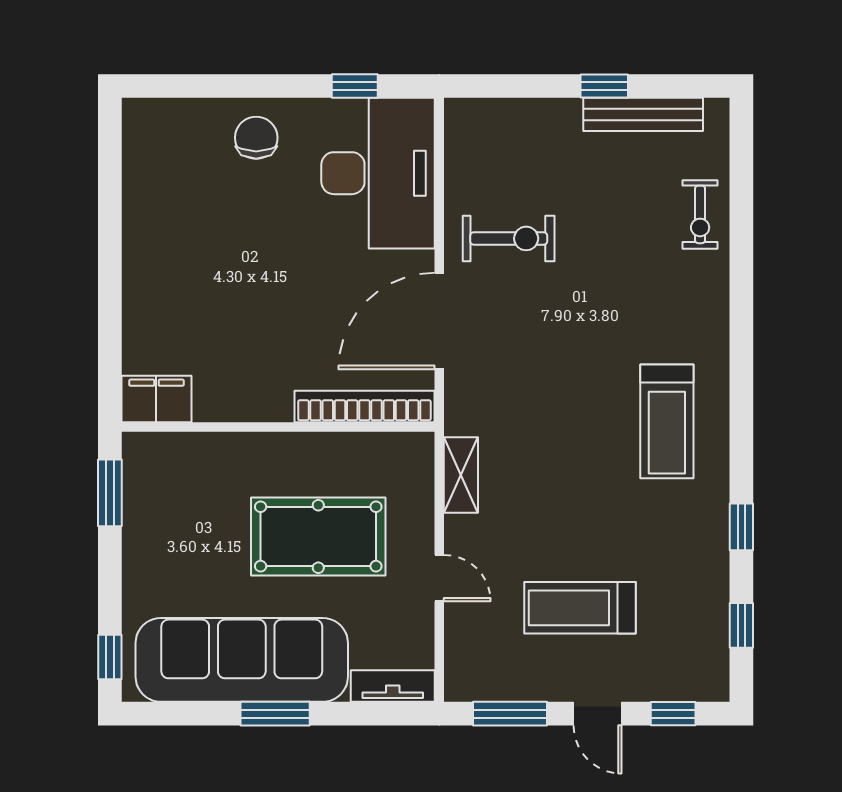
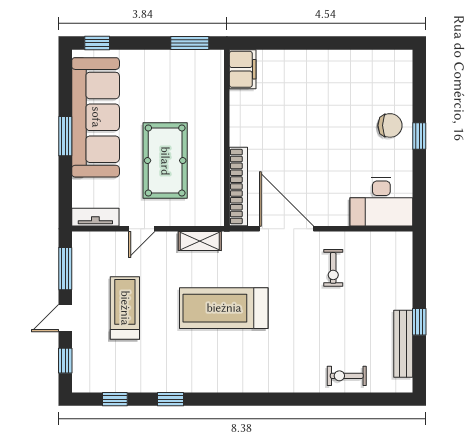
window: (355, 86) -> (419, 136), moved
desk: (378, 173) -> (381, 202), width x0.73, depth x0.77
exercise bike: (509, 238) -> (333, 268), width x0.73, depth x0.72
treadmill: (667, 421) -> (224, 308), moved, width x1.37, depth x1.38
tv unit: (393, 686) -> (95, 217), moved, turned -90

